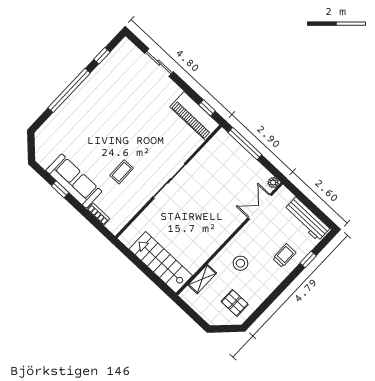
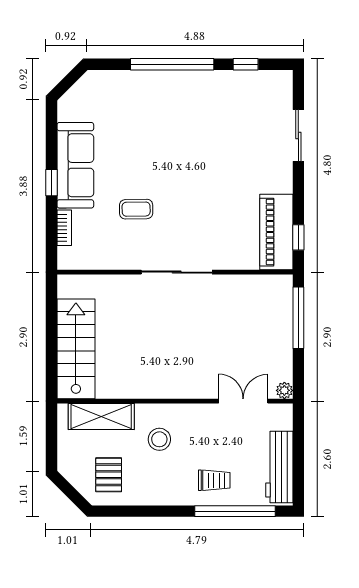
window: (60, 189) -> (52, 183), moved
window: (308, 259) -> (235, 511), width x3.17
shelving: (202, 279) -> (101, 416), width x1.50, depth x1.33

